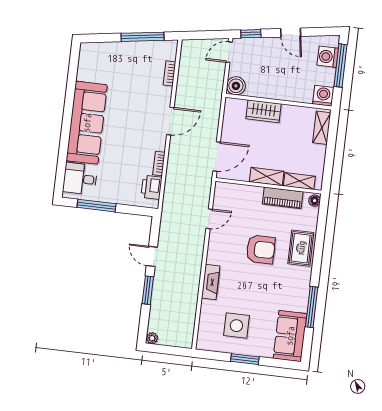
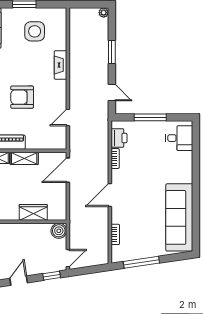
door: (291, 33) -> (19, 281), hinge flipped
sofa: (87, 123) -> (179, 217), moved
window: (97, 206) -> (150, 117), moved
door: (152, 256) -> (112, 93), moved

